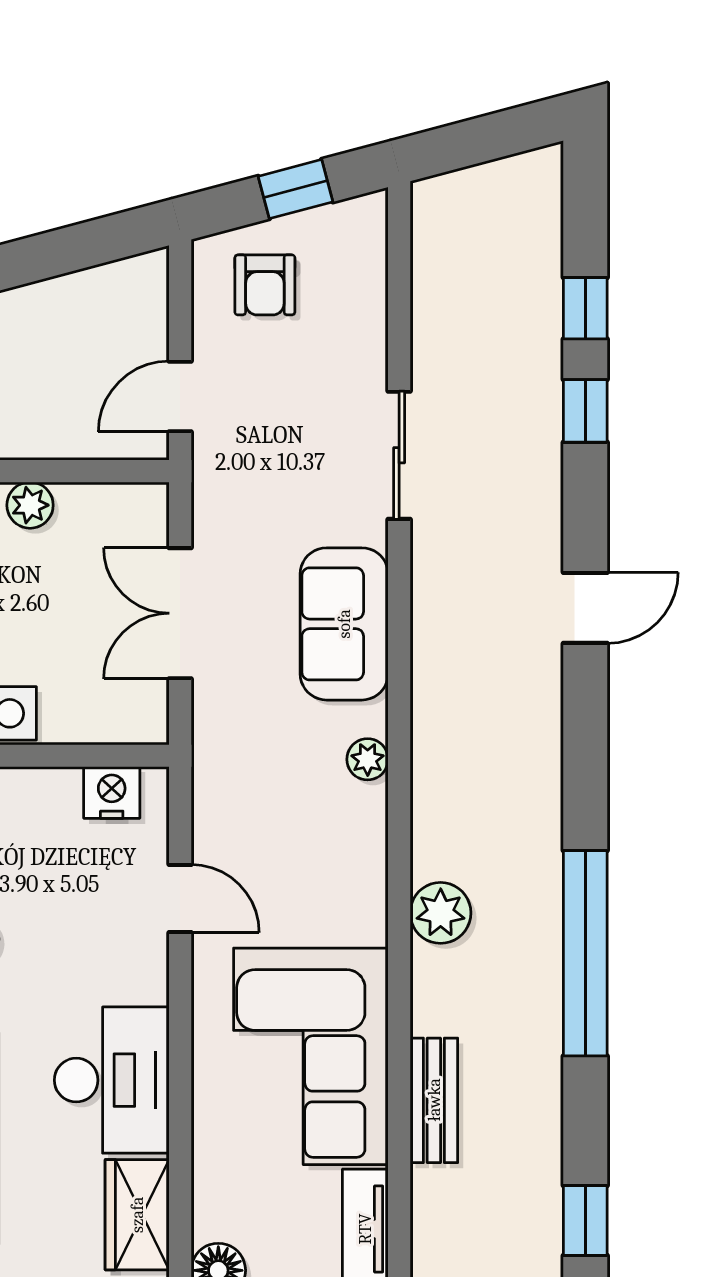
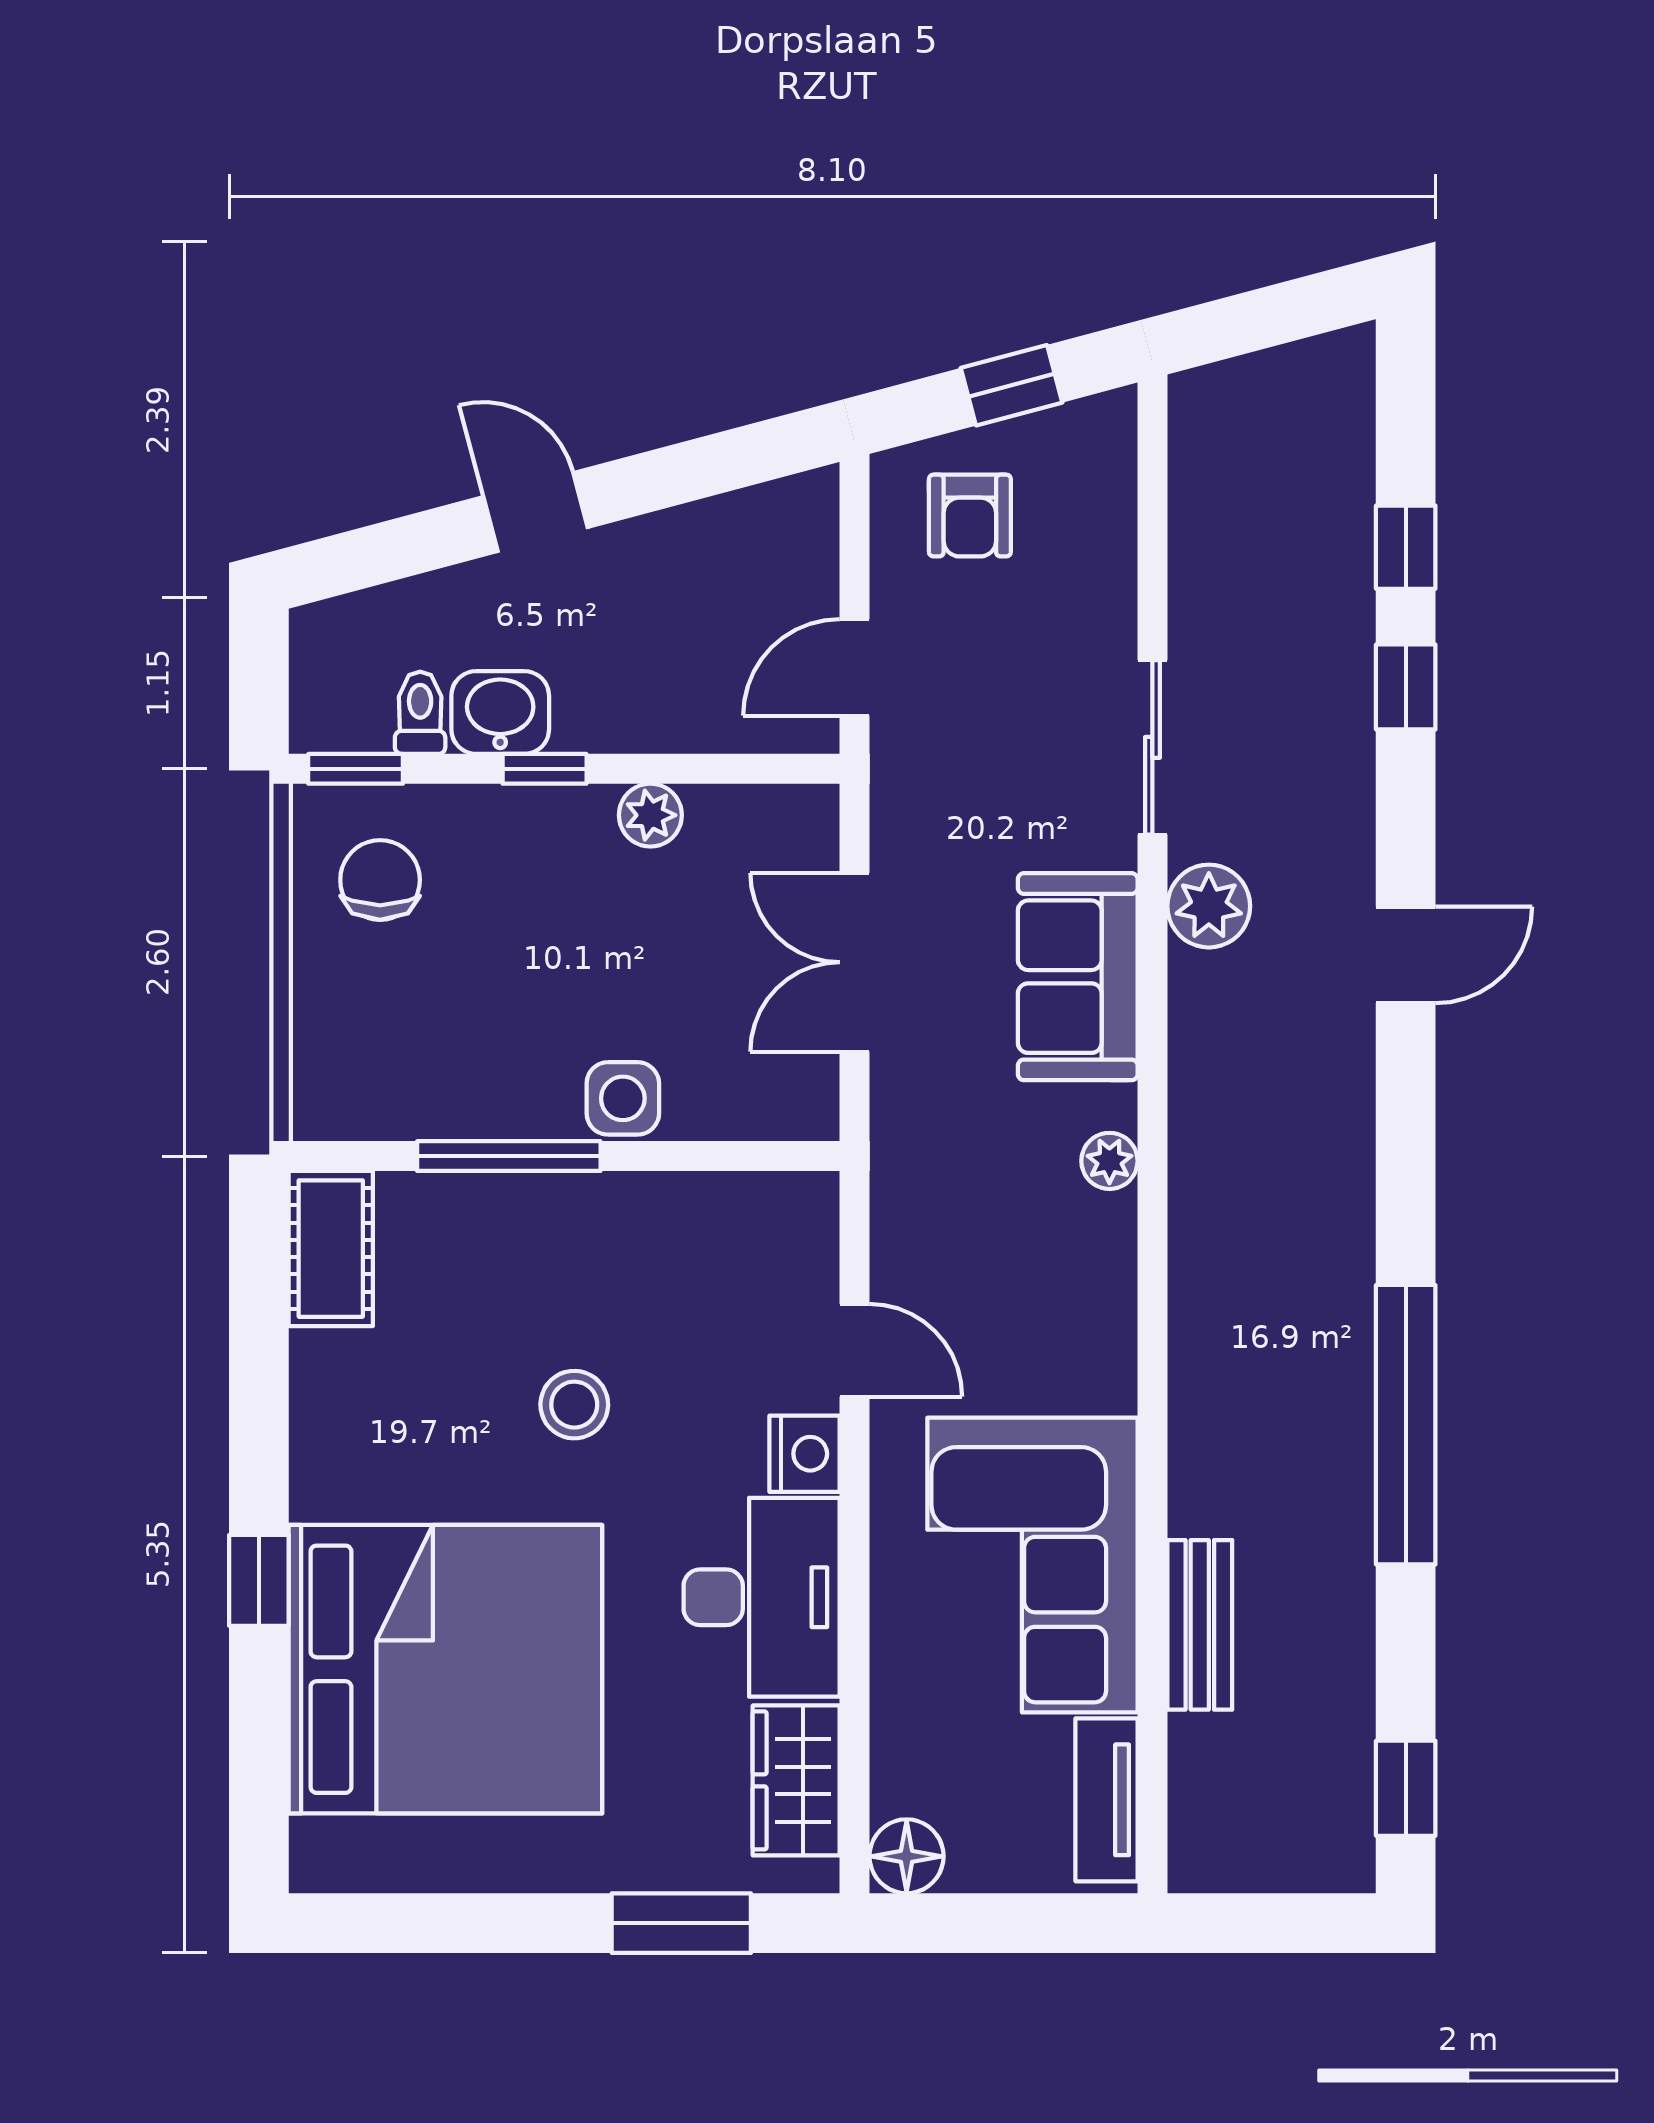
nightstand: (112, 792) -> (805, 1454), moved, turned 90
plant: (441, 913) -> (1209, 906), moved

